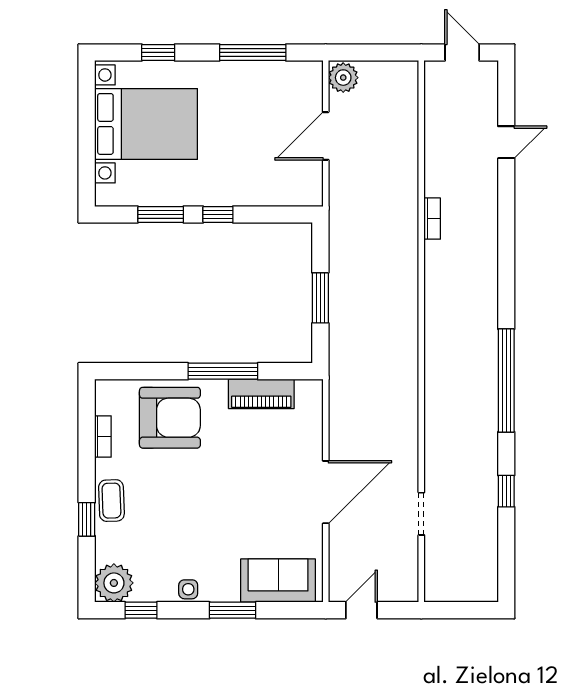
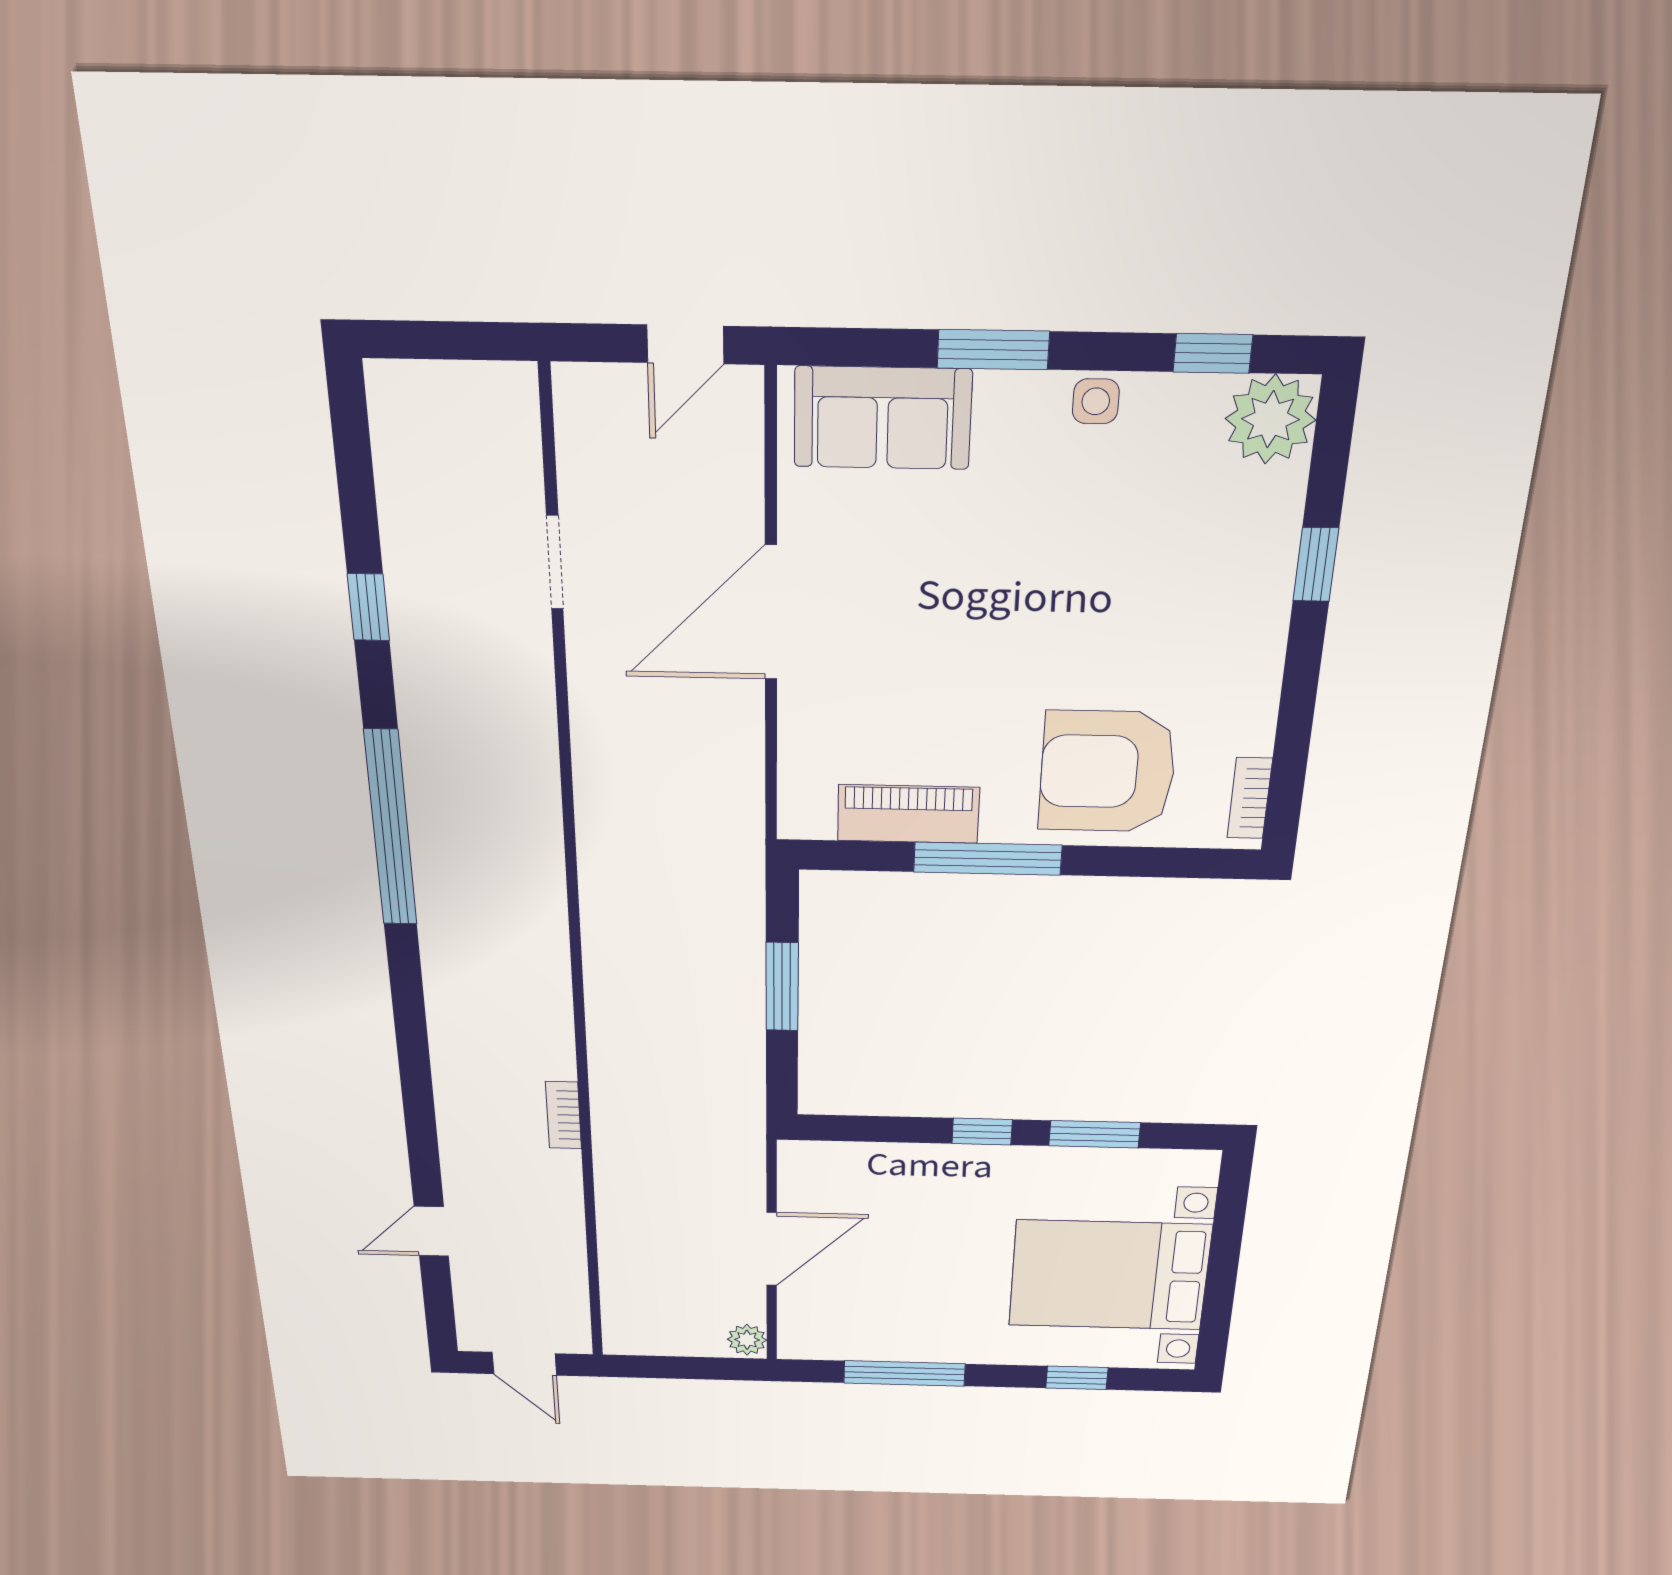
plant: (343, 78) -> (747, 1340), width x0.73, depth x0.73
bookcase: (103, 436) -> (1250, 798), moved
coffee table: (111, 501) -> (1254, 604), removed

